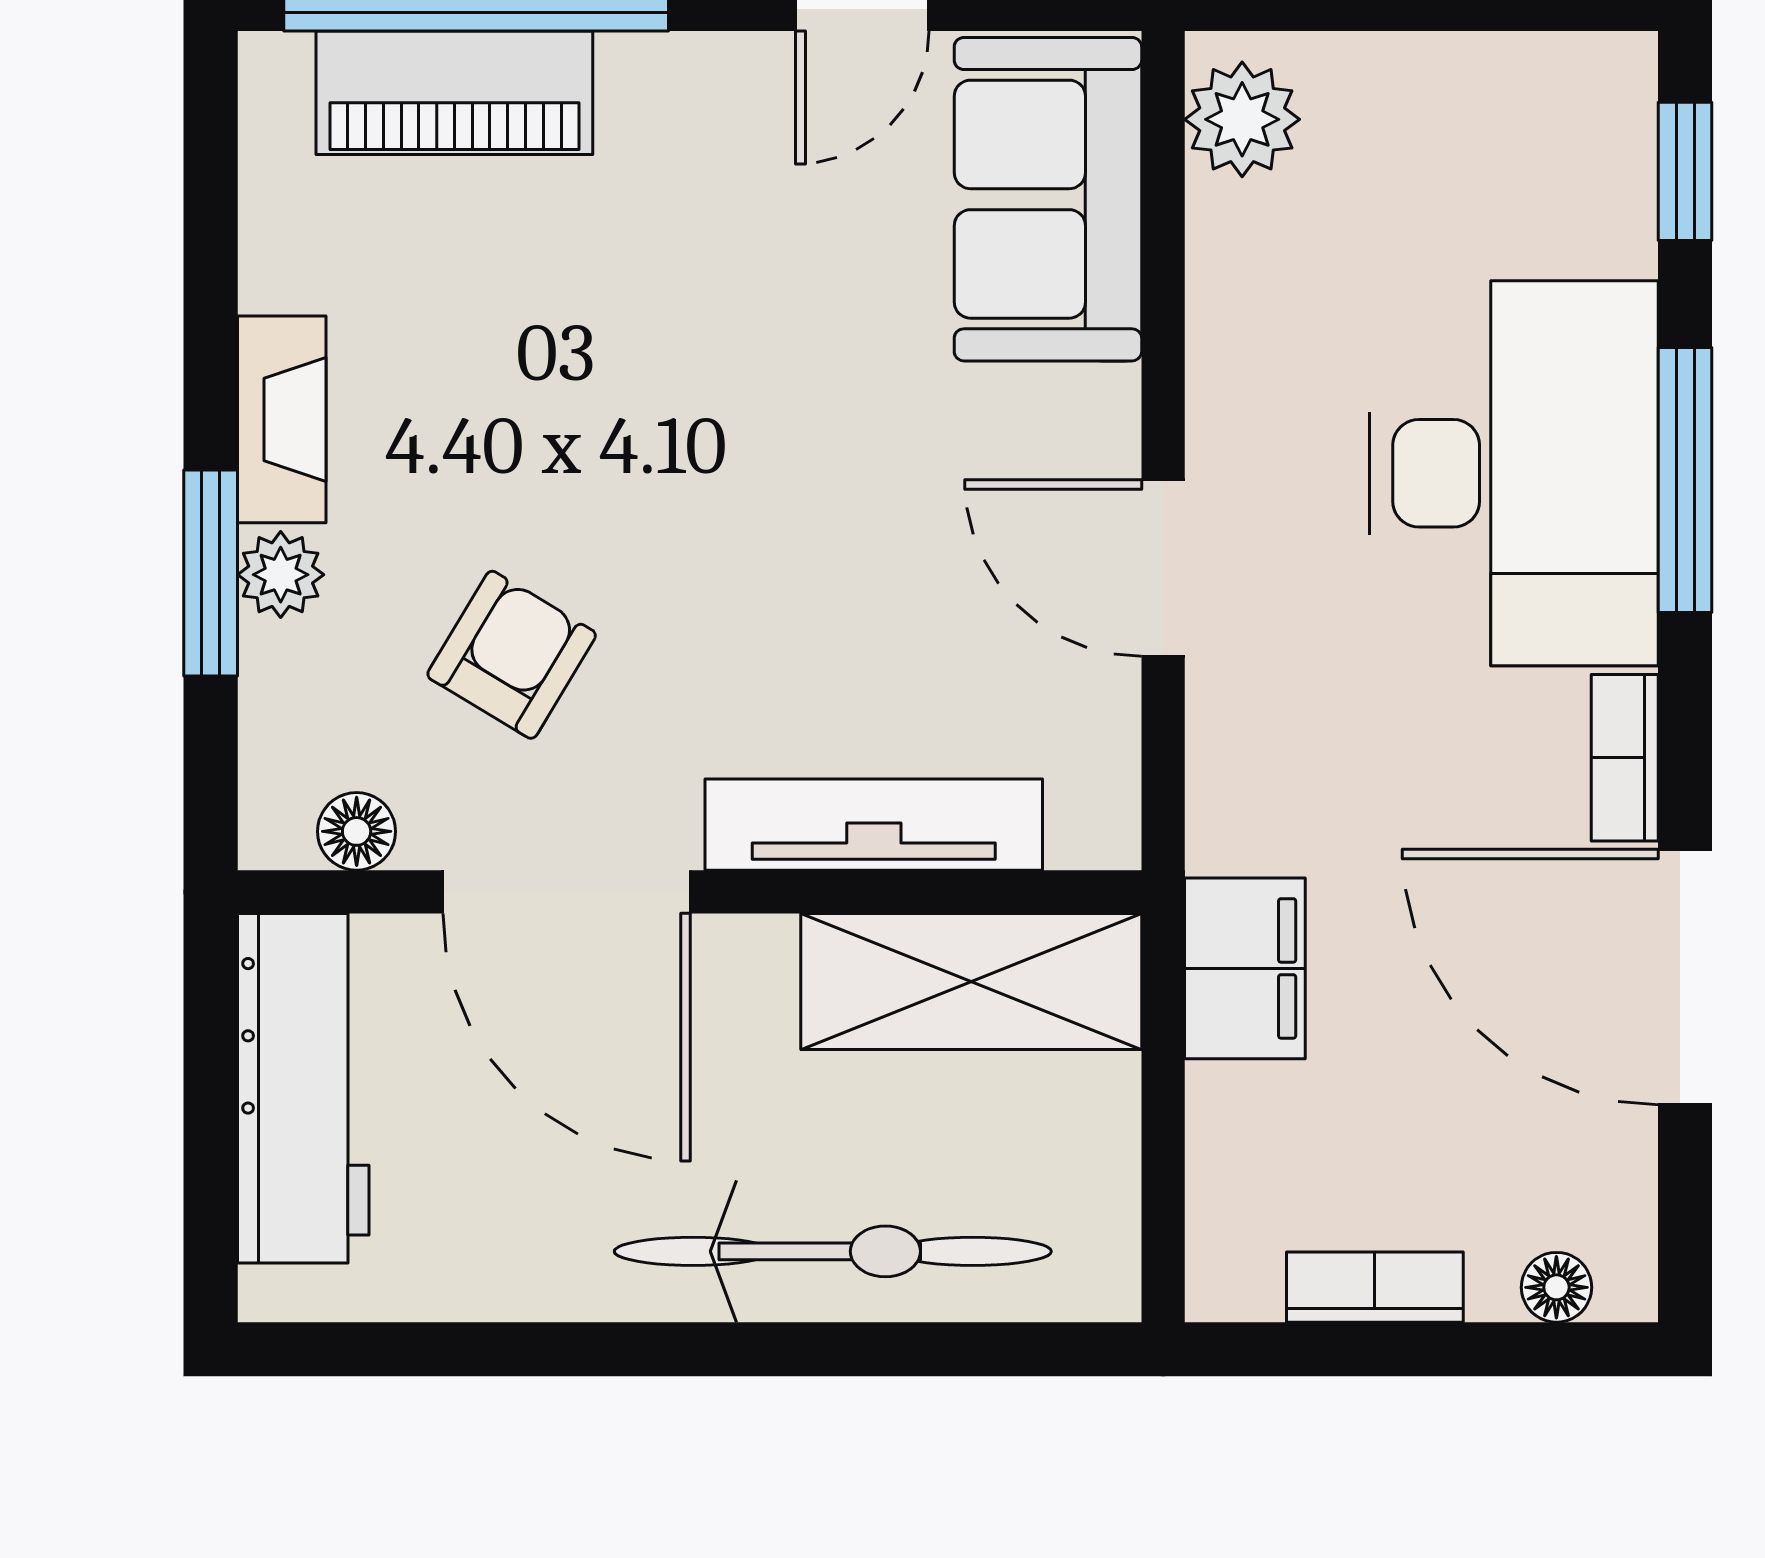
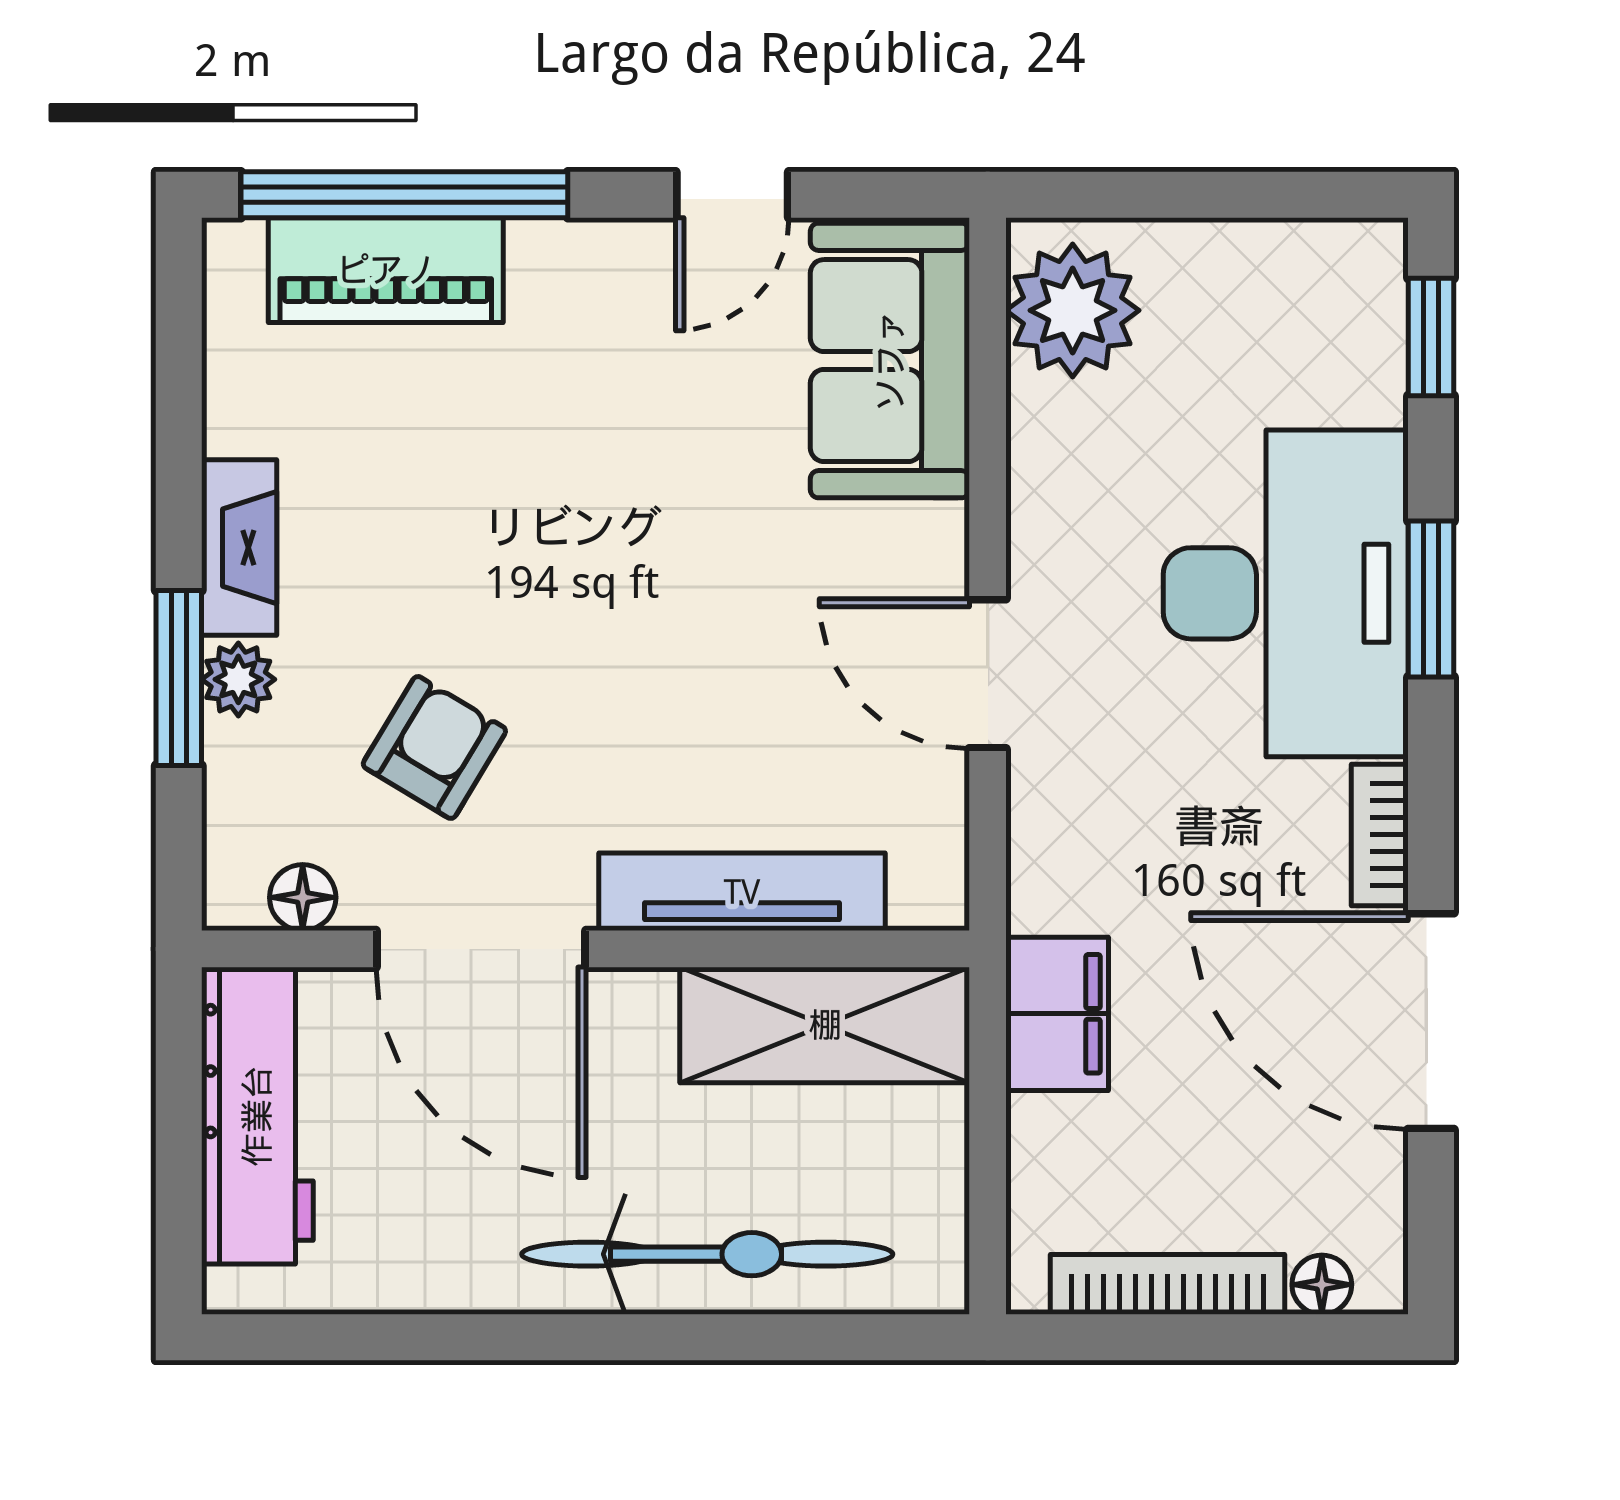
plant: (1242, 119) -> (1073, 310), width x1.36, depth x1.36
window: (1685, 480) -> (1431, 599), width x0.69
bookcase: (1375, 1287) -> (1168, 1284), width x1.56

